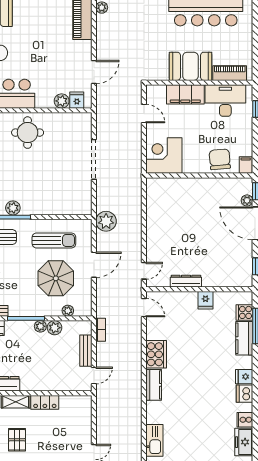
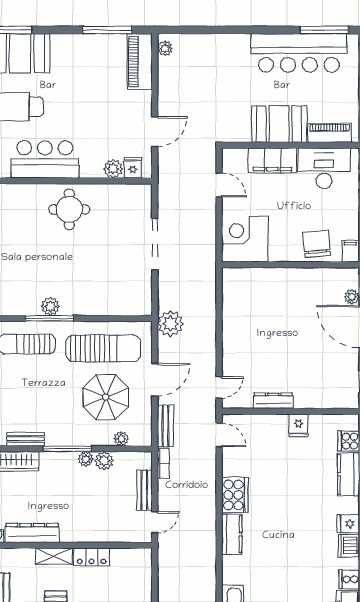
sun lounger: (54, 240) -> (103, 348), width x1.36, depth x1.34
bench: (102, 301) -> (165, 426), added

